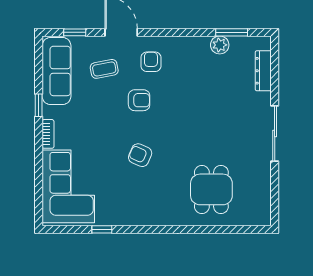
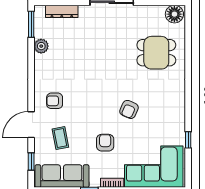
window: (232, 32) -> (31, 24), moved
armchair: (139, 100) -> (105, 143), moved
floor lamp: (260, 212) -> (174, 14), added

